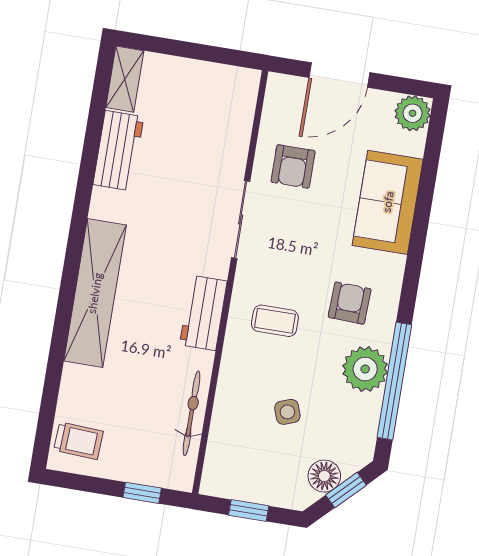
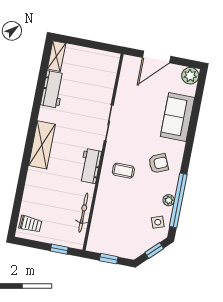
armchair: (293, 166) -> (134, 99), removed
shelving: (95, 293) -> (42, 145), width x0.68
armchair: (350, 303) -> (158, 163), turned 65
plant: (365, 369) -> (169, 200), width x0.53, depth x0.53
side table: (287, 412) -> (158, 222), moved
floor lamp: (324, 476) -> (144, 244), removed

